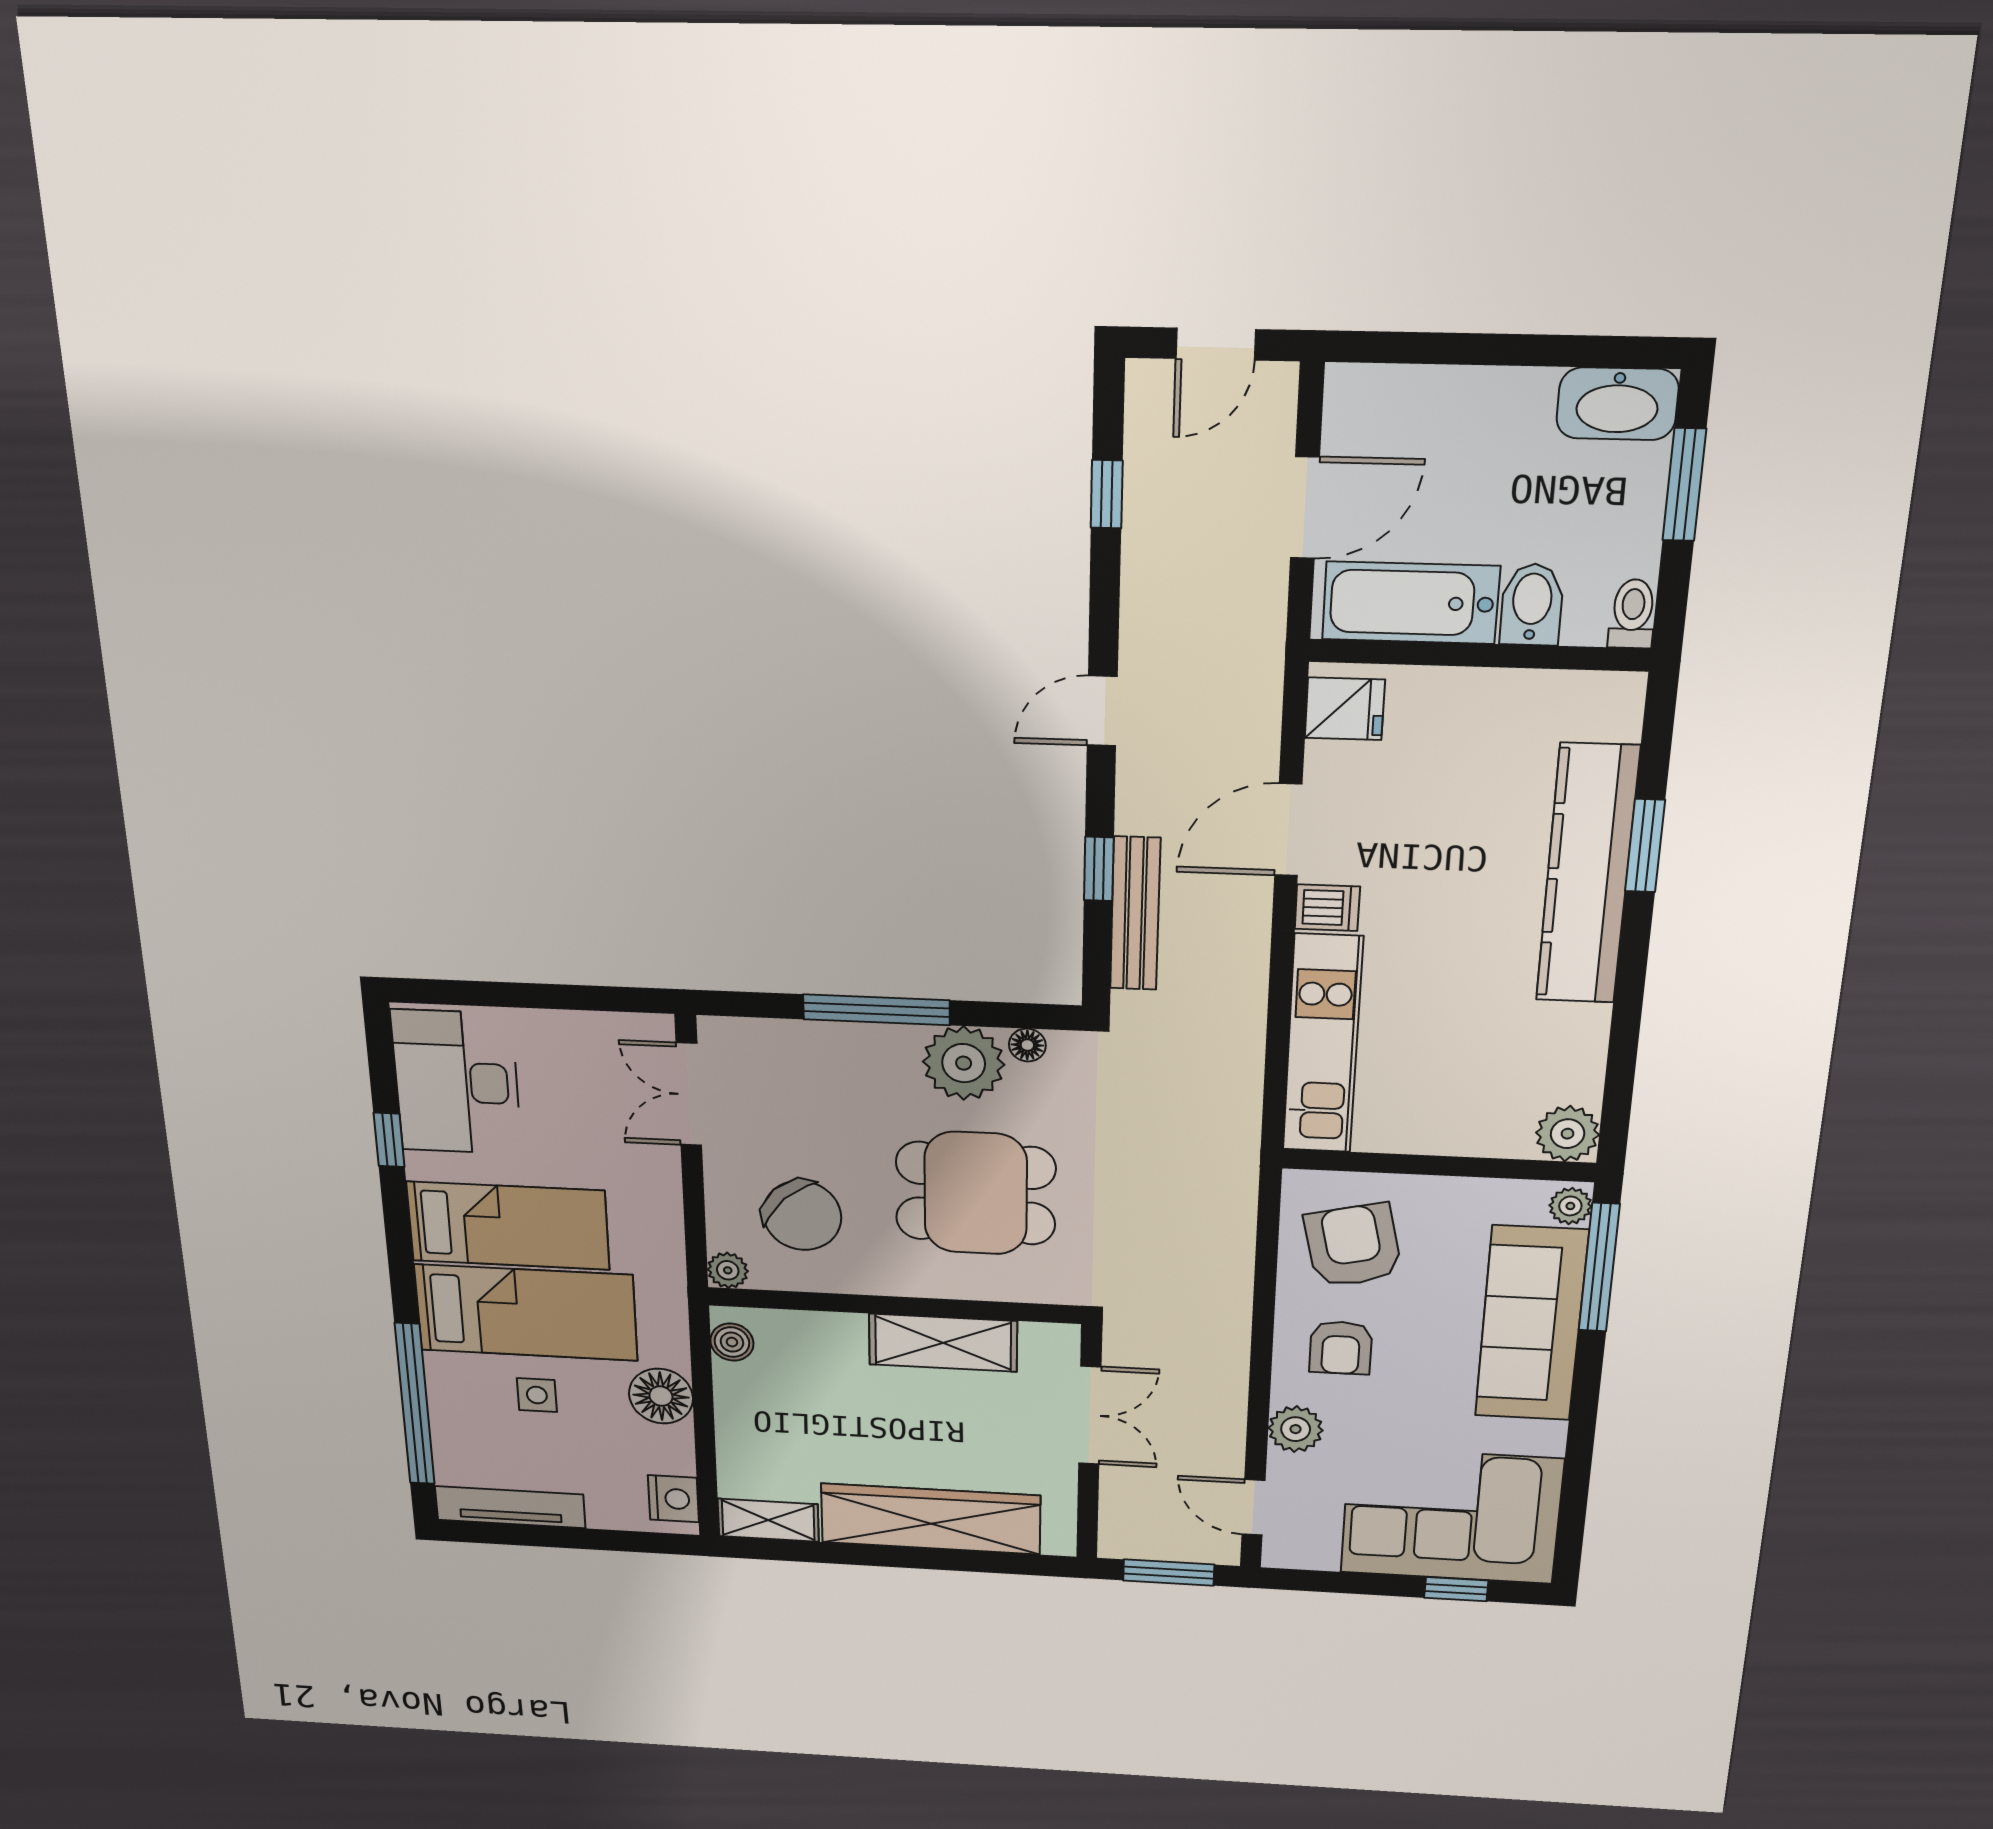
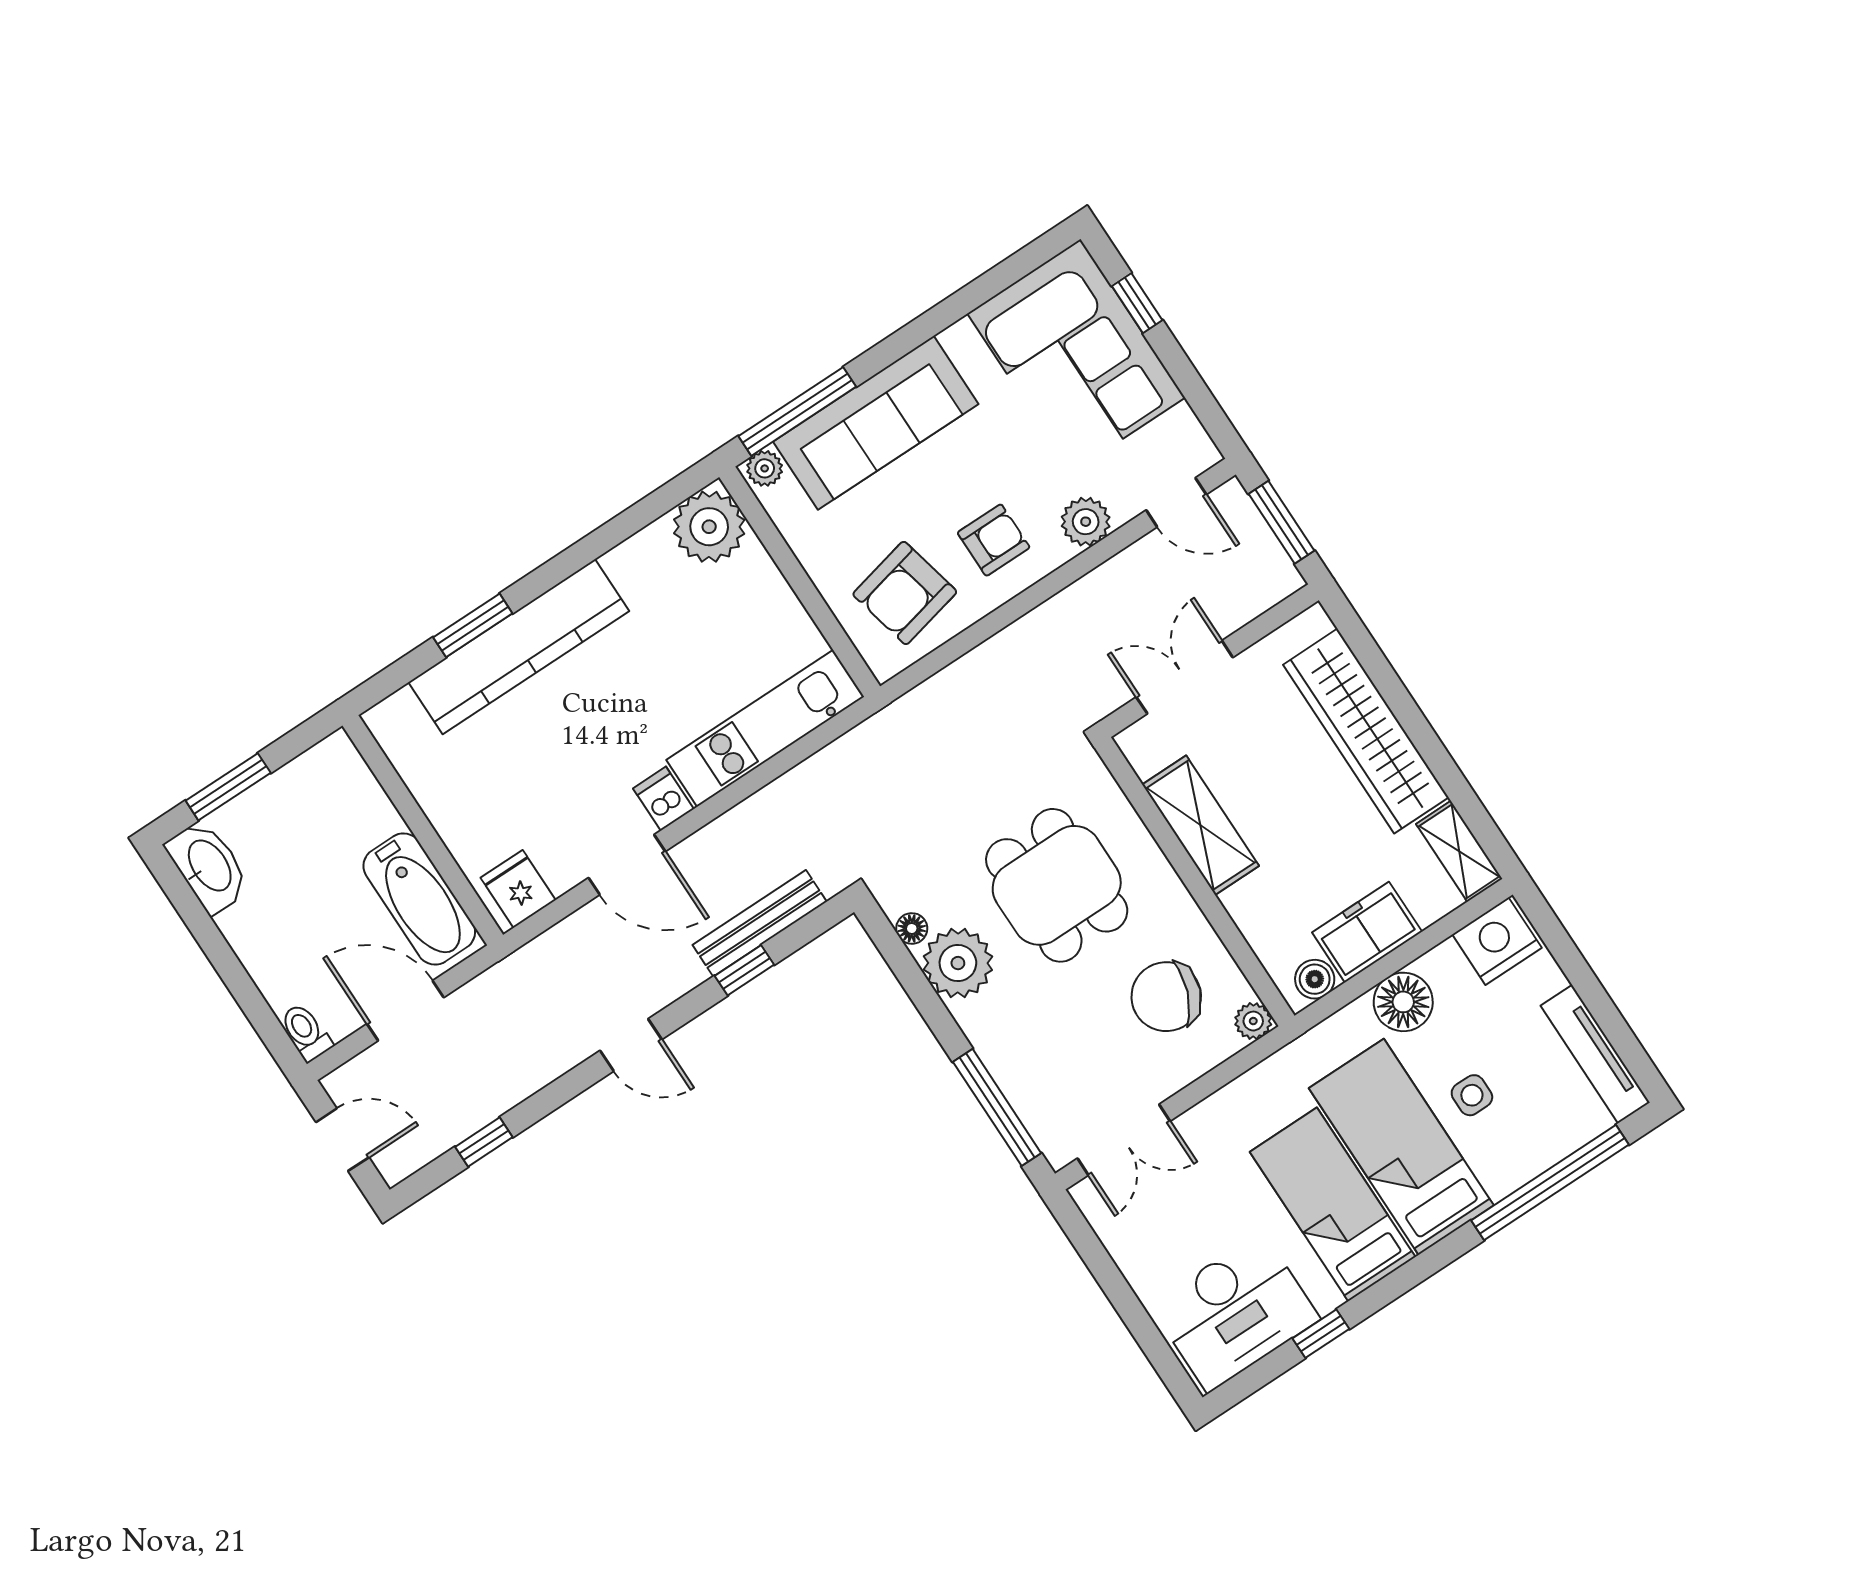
bidet: (1532, 605) -> (367, 822), removed
toilet: (1633, 614) -> (306, 1032), moved, turned 90
window: (876, 1010) -> (997, 1107), moved
plant: (1568, 1134) -> (709, 527), width x1.36, depth x1.36
chair: (802, 1215) -> (1166, 997), turned -115
freezer: (746, 1408) -> (1367, 932), added
nightstand: (673, 1499) -> (1497, 941), width x1.36, depth x1.33
door: (1253, 1507) -> (1176, 502), hinge flipped

